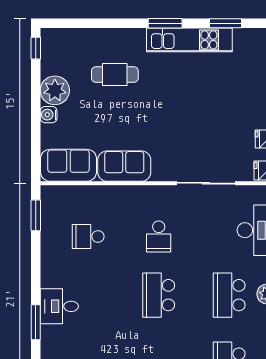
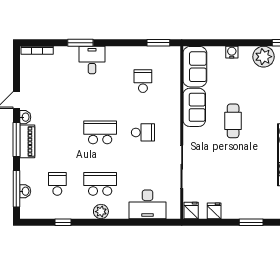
cafe table: (115, 75) -> (233, 121), moved
plant: (55, 90) -> (264, 57), moved
school desk: (159, 236) -> (143, 132), turned 180

